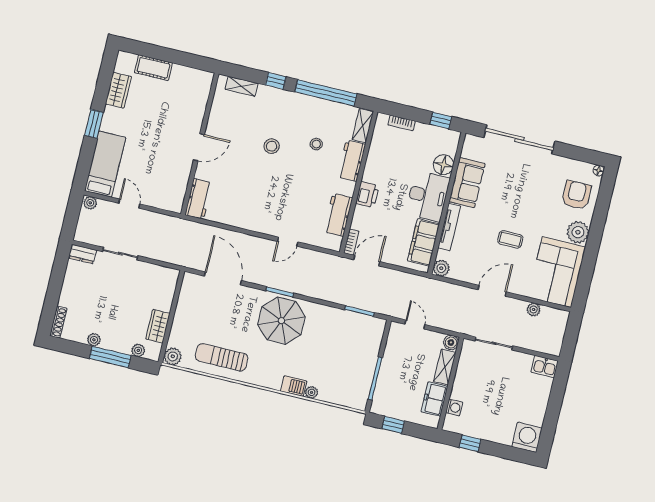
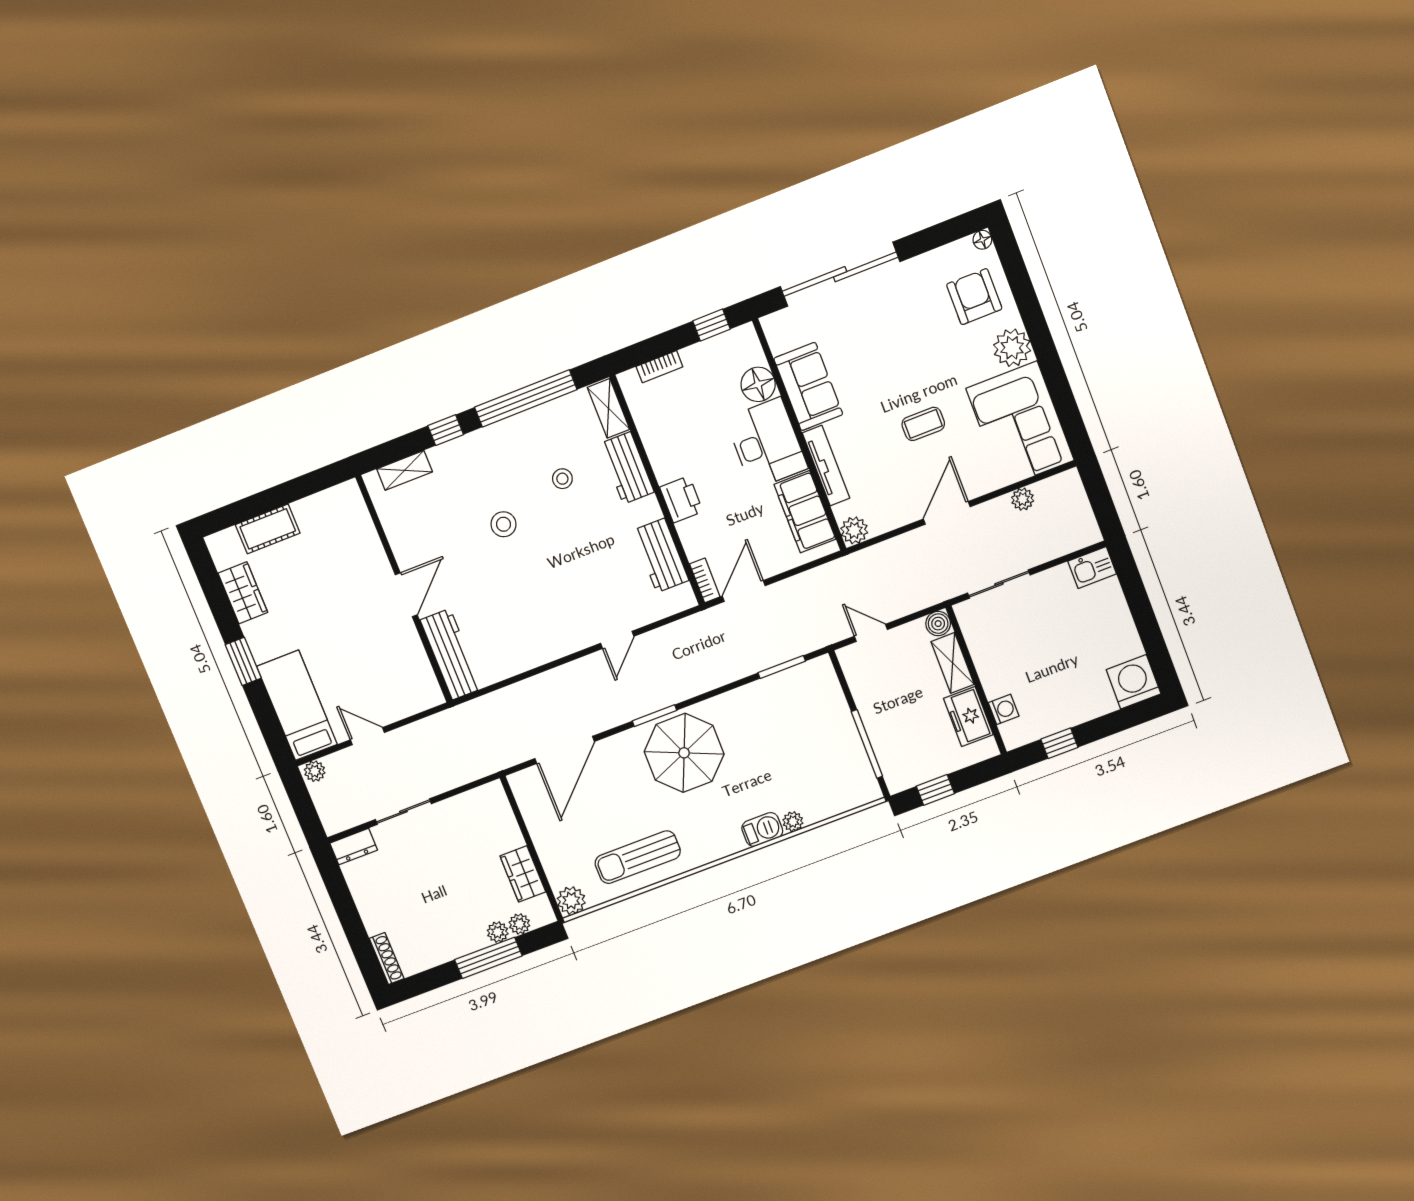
workbench: (199, 199) -> (451, 654), width x1.38
door: (223, 278) -> (565, 750), swing flipped
plant: (94, 340) -> (498, 932), moved

